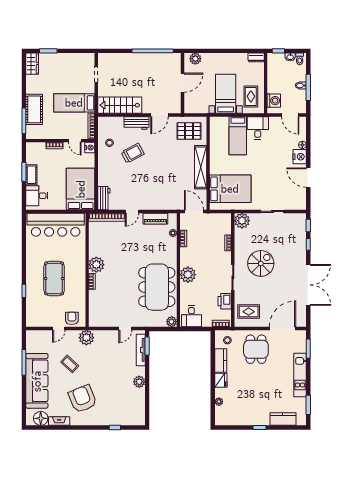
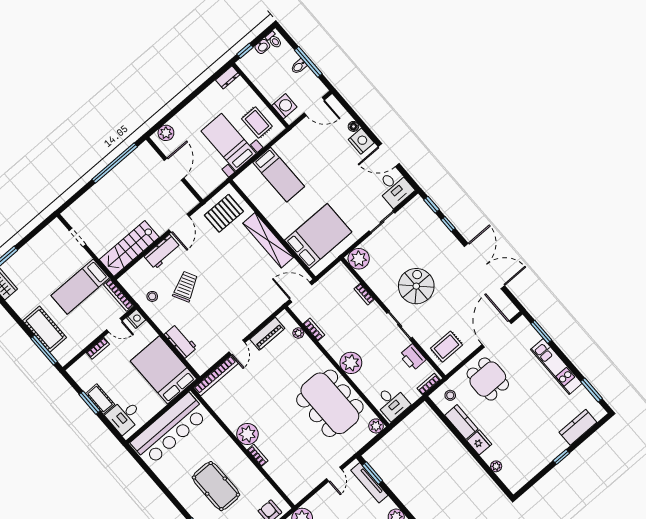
desk: (258, 128) -> (394, 188), moved, turned 180
workbench: (104, 198) -> (181, 341), moved

